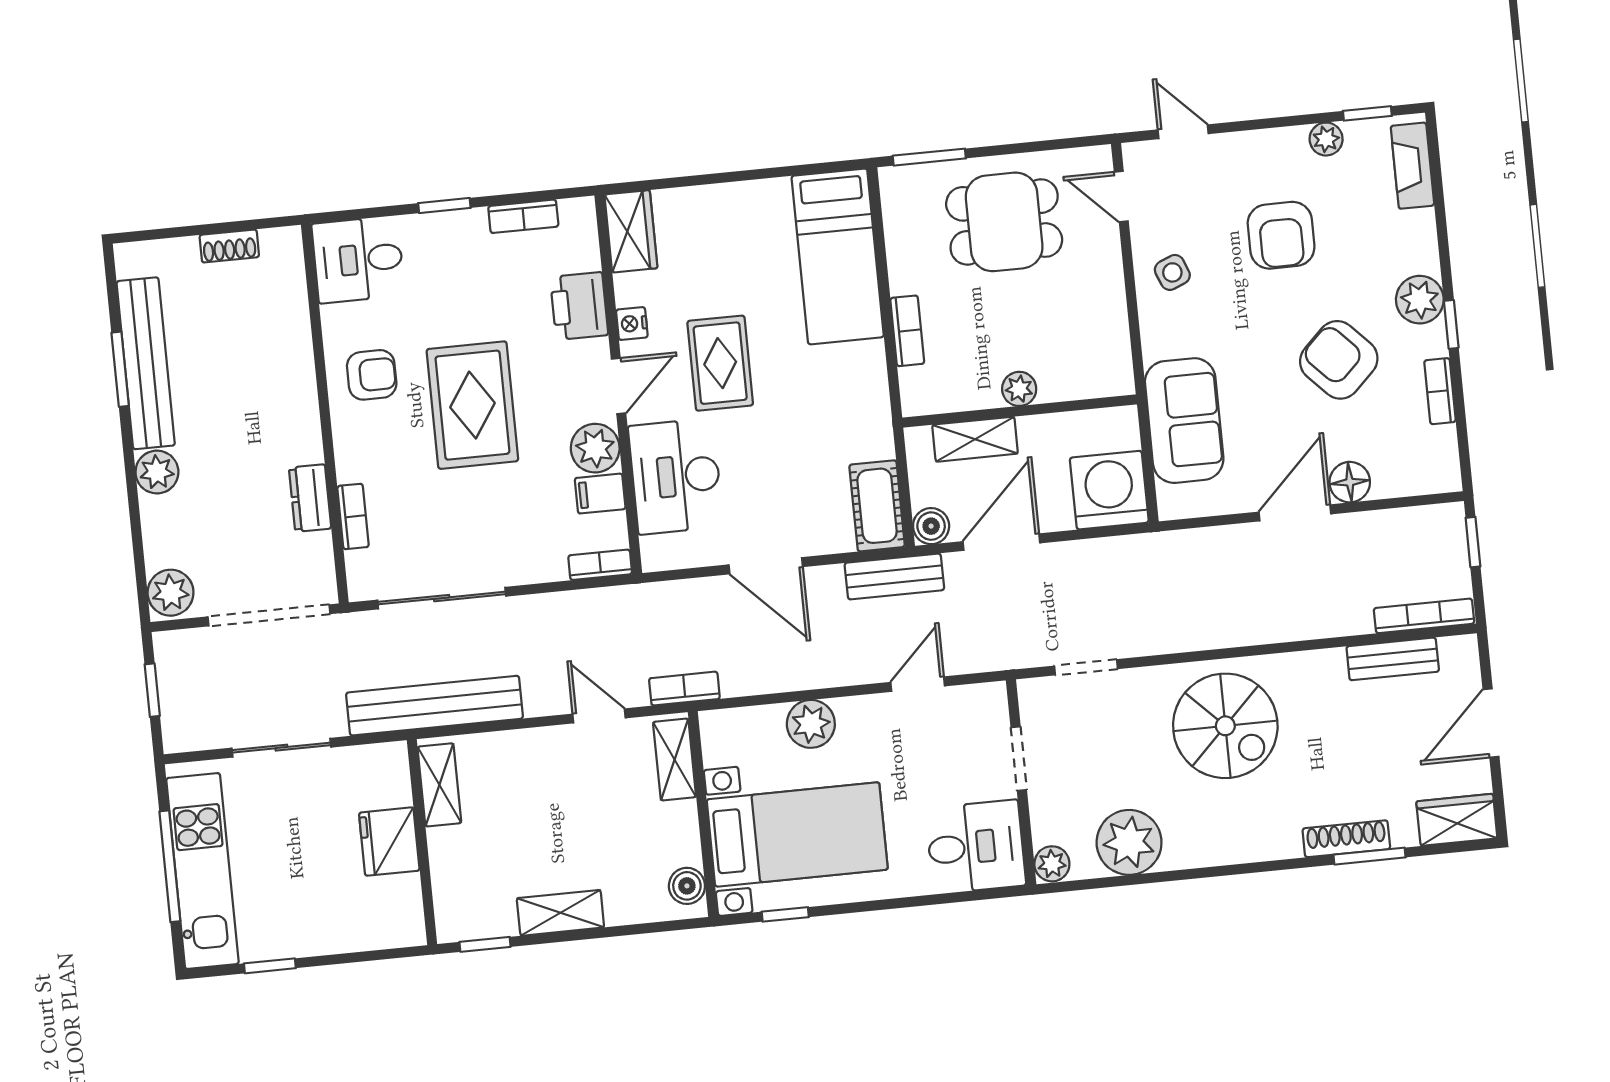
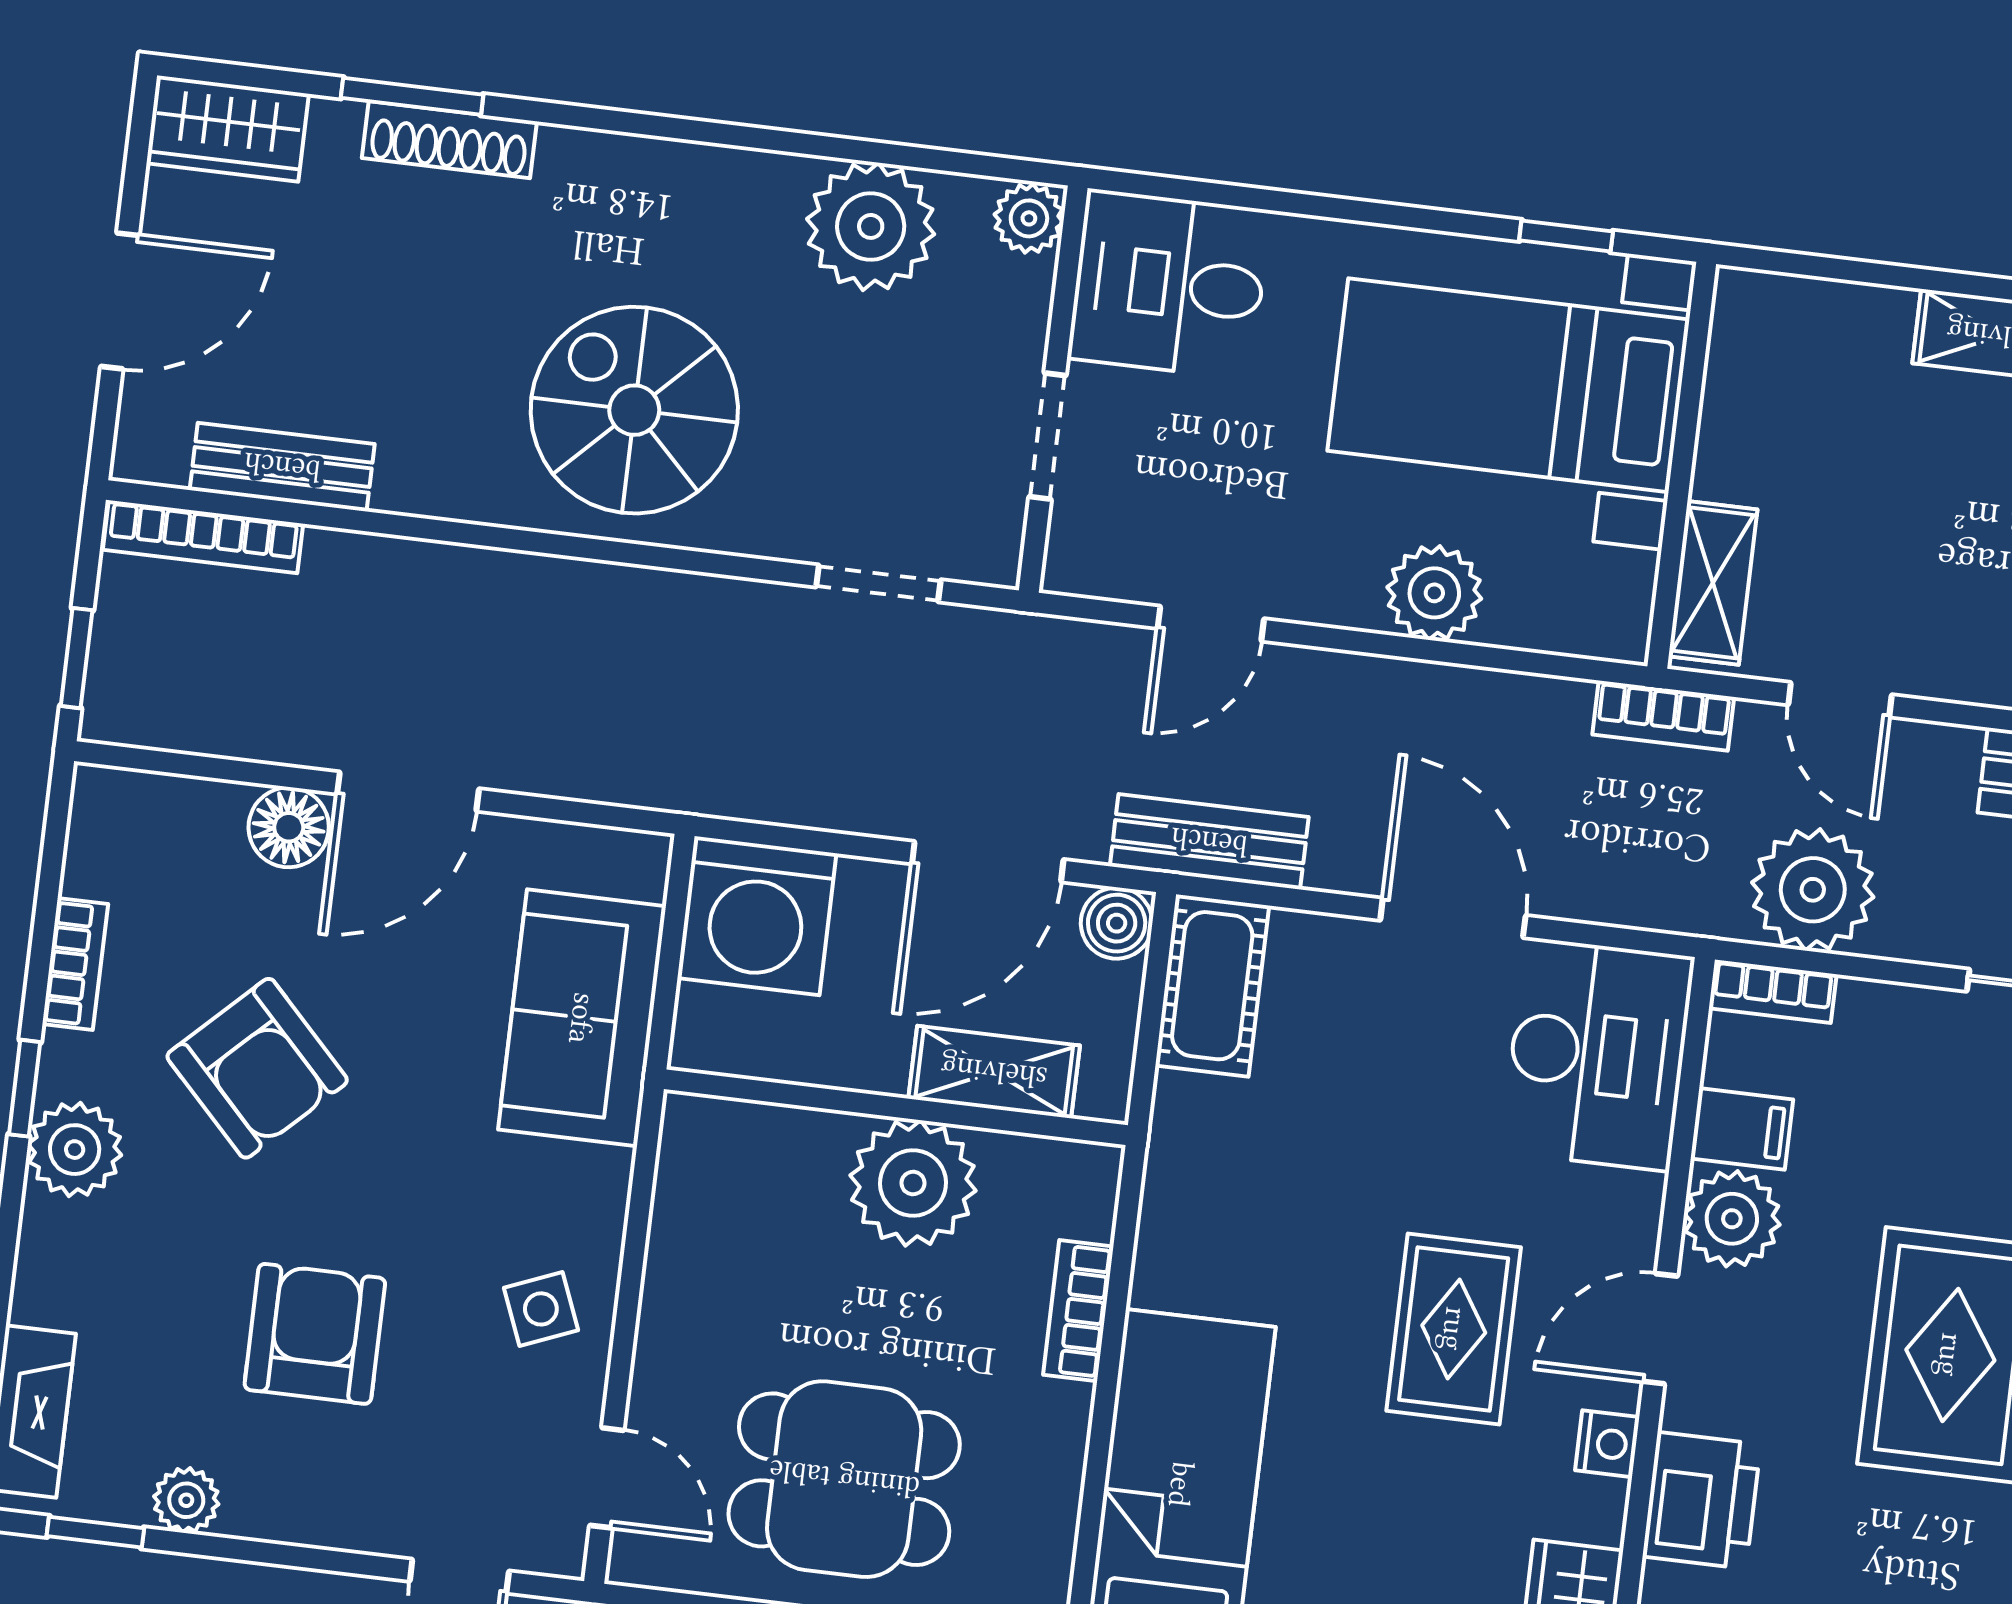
plant: (1019, 389) -> (913, 1183), width x1.88, depth x1.88
desk: (676, 476) -> (1598, 1054), moved
plant: (592, 619) -> (1813, 890), added
boiler: (687, 886) -> (1744, 333), removed

